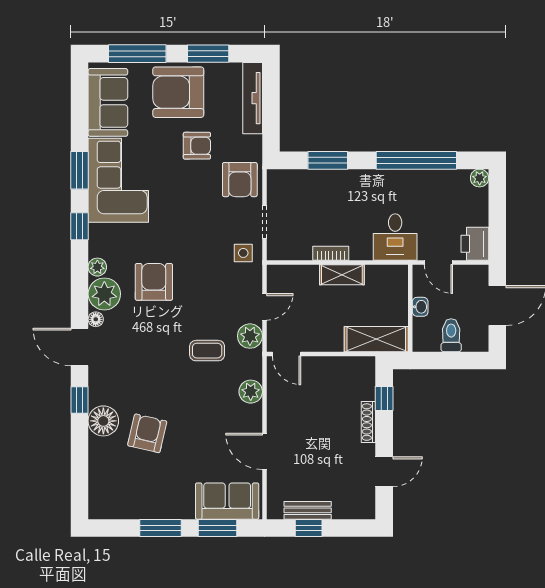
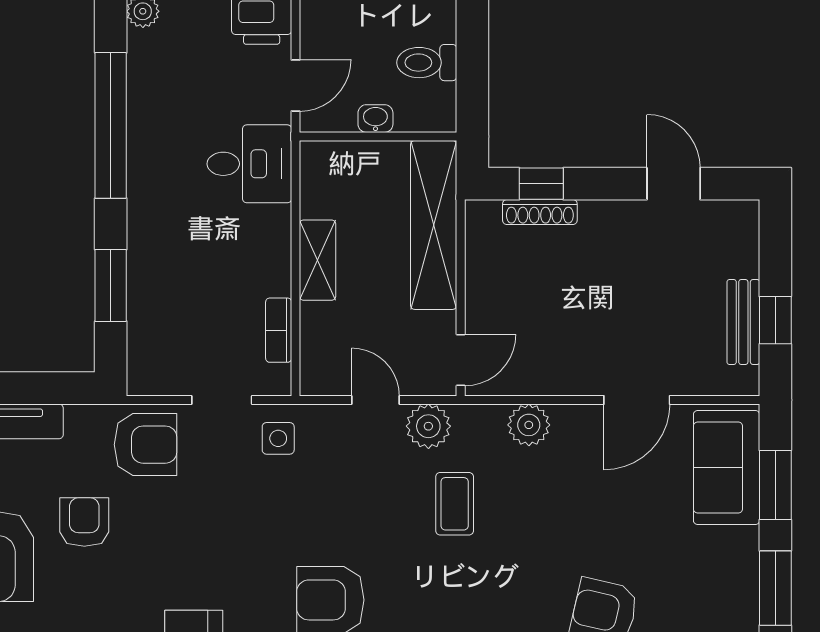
bookcase: (331, 253) -> (279, 330), moved
shelving: (376, 339) -> (434, 225), width x1.47
shoe rack: (368, 422) -> (540, 212), moved

